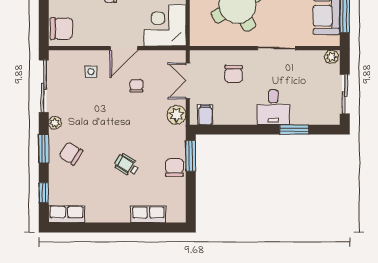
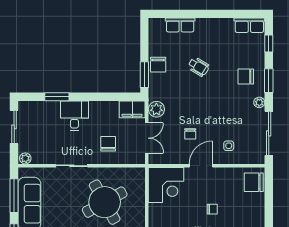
filing cabinet: (205, 115) -> (132, 109), width x2.00
chair: (71, 153) -> (246, 77), turned 148

